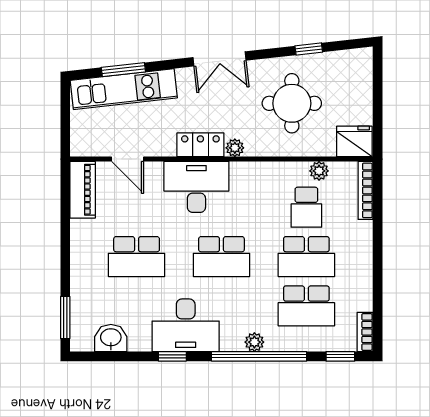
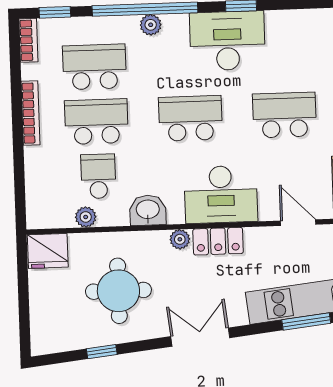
bookcase: (366, 190) -> (30, 113), moved
washbasin: (111, 338) -> (148, 210), moved, turned 180

